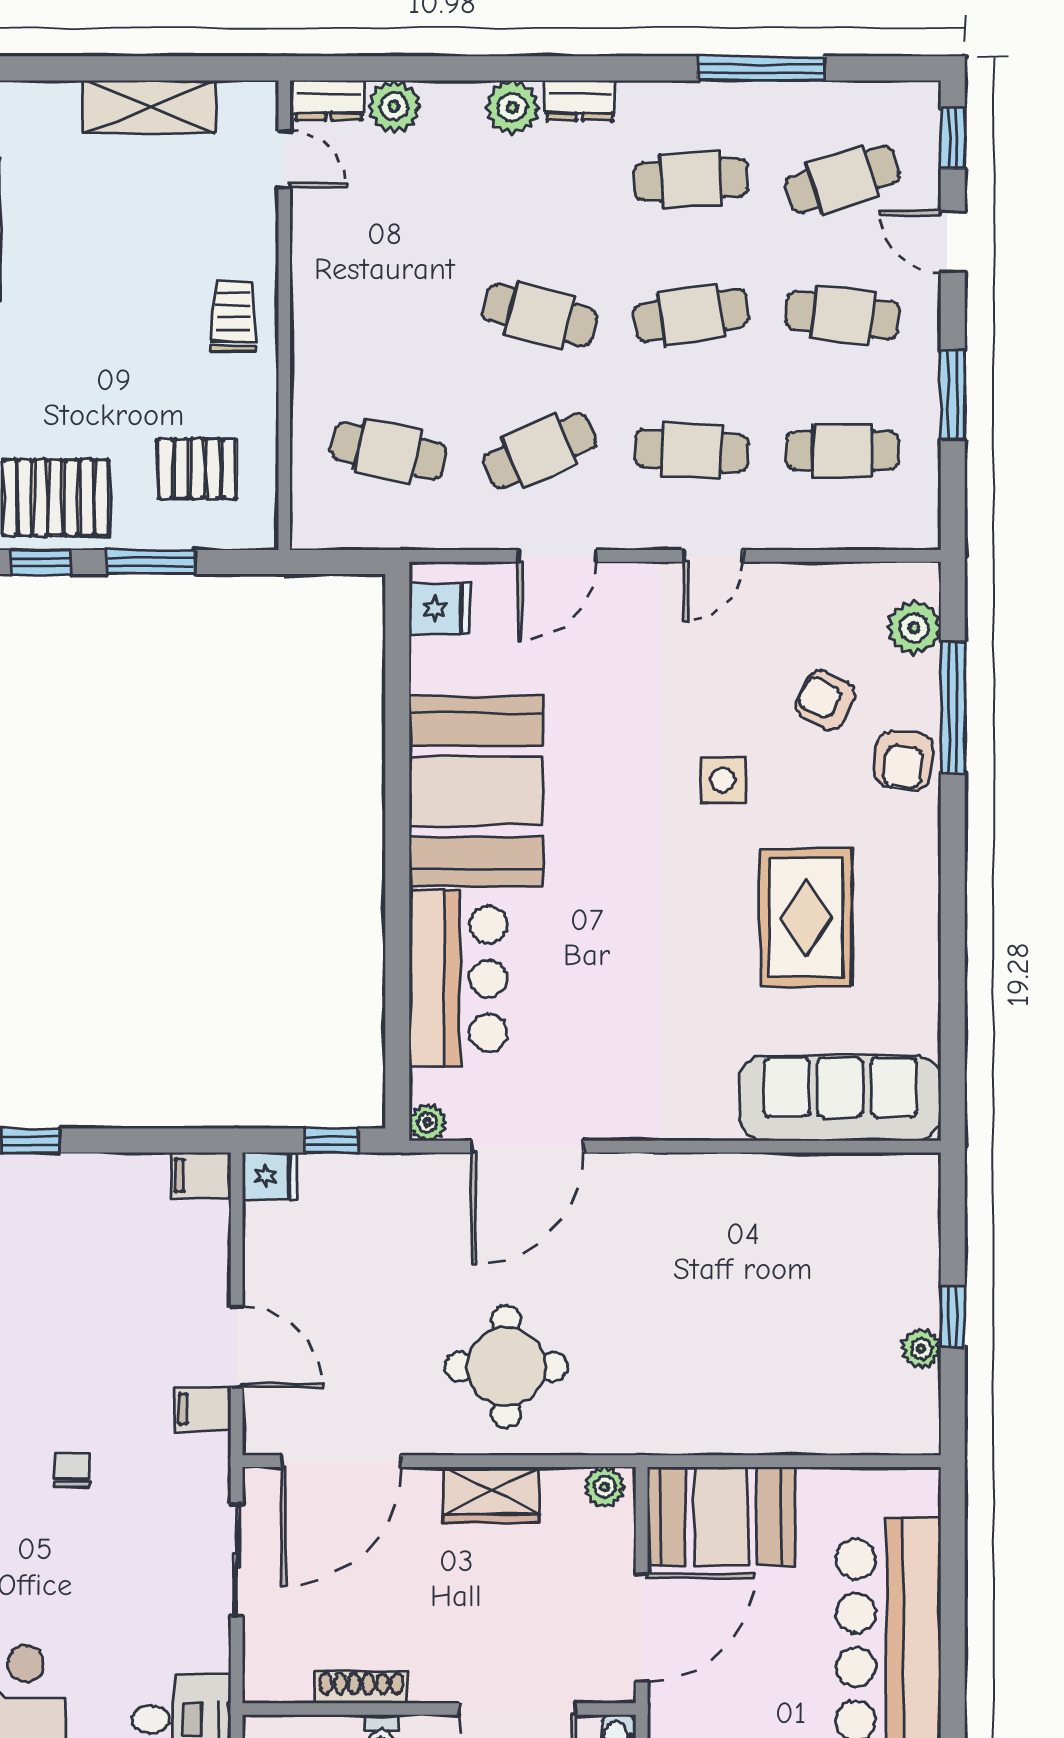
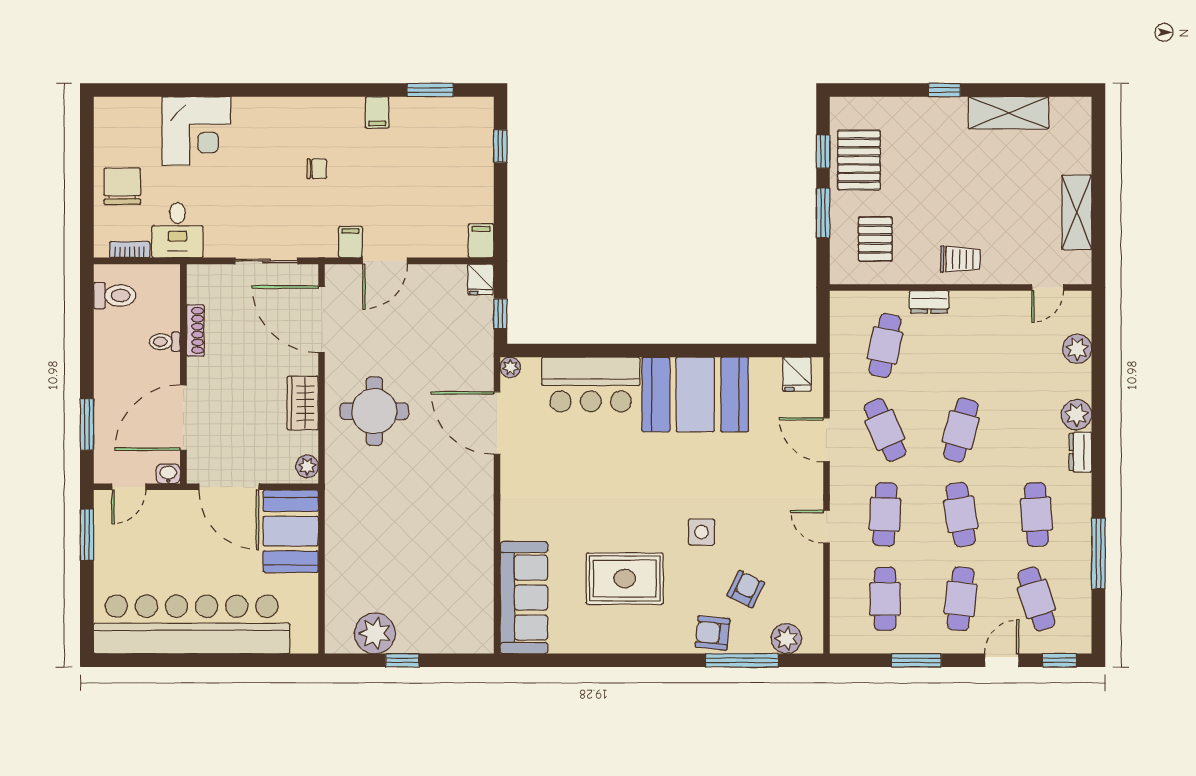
dresser: (329, 100) -> (929, 302), moved, turned -90
plant: (921, 1348) -> (375, 633), width x1.87, depth x1.87

